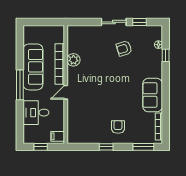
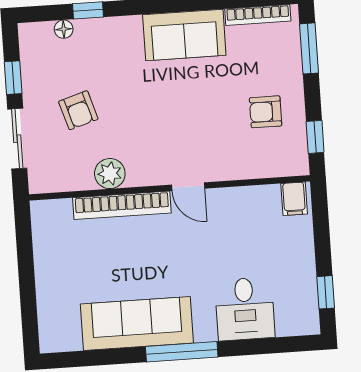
plant: (73, 60) -> (110, 174), moved
bookcase: (60, 64) -> (122, 205), moved
wall: (66, 84) -> (170, 188), moved
door: (66, 92) -> (188, 187), moved
filing cabinet: (58, 136) -> (294, 199), moved

